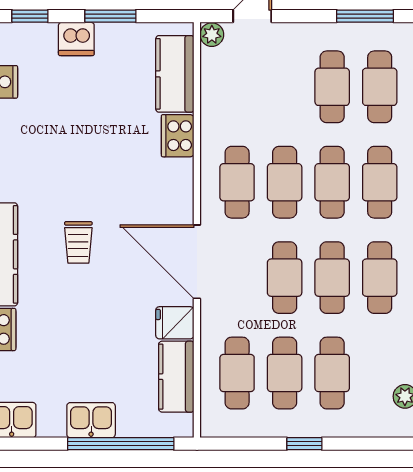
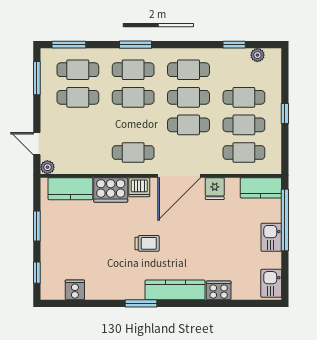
dishwasher: (76, 39) -> (139, 187), moved, turned 90
cooker: (178, 136) -> (111, 190), width x1.37, depth x1.31
cafe table: (285, 182) -> (133, 125), removed
trolley: (78, 242) -> (147, 243), moved
kitchen counter: (176, 377) -> (261, 188), moved

